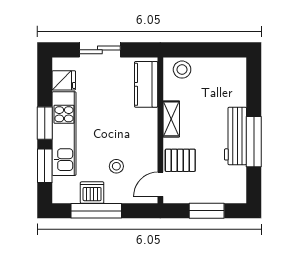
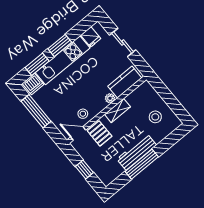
stool: (182, 70) -> (155, 117), moved
plant: (151, 116) -> (110, 98), added
stool: (116, 166) -> (83, 114), moved
dishwasher: (92, 193) -> (33, 84), moved, turned 90
window: (207, 211) -> (84, 170), width x0.67

